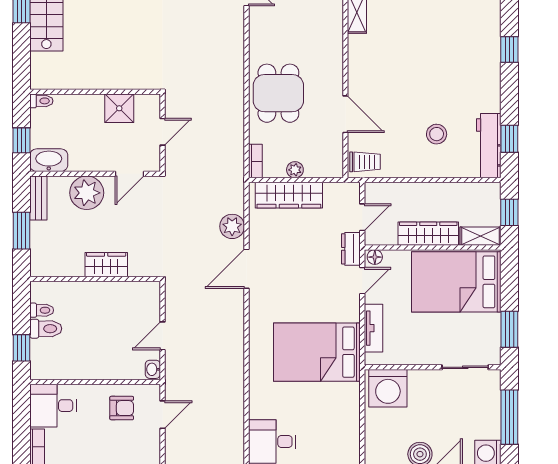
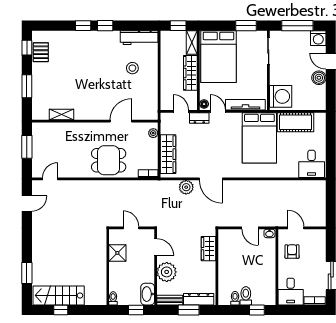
window: (509, 139) -> (105, 26), moved
trolley: (365, 162) -> (149, 110), removed
plant: (295, 170) -> (153, 133), moved
dresser: (40, 248) -> (199, 299), added
wardrobe: (106, 265) -> (208, 249), moved
tv unit: (373, 328) -> (245, 105), width x1.41
cot: (344, 414) -> (296, 122), added

